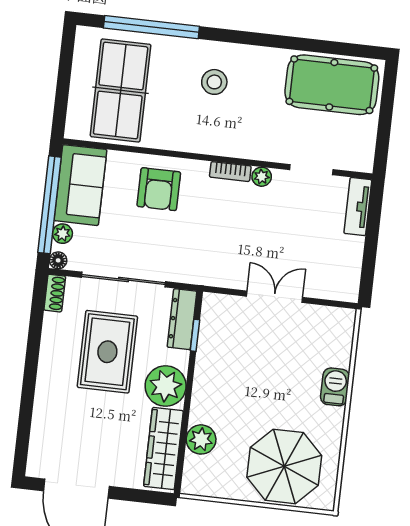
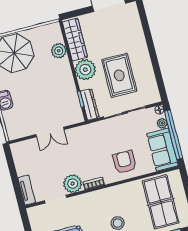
plant: (262, 177) -> (73, 184), width x1.88, depth x1.88
shoe rack: (55, 293) -> (155, 94), removed

